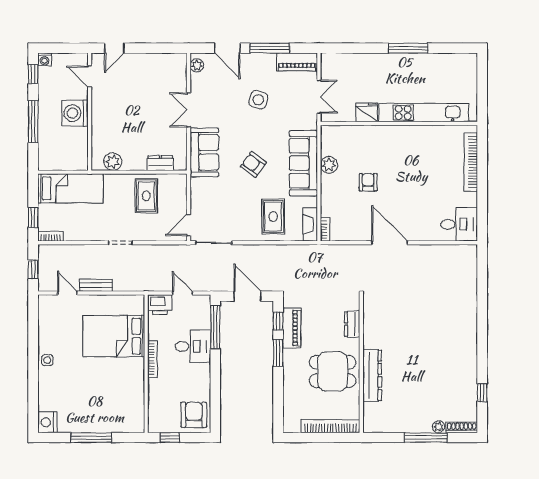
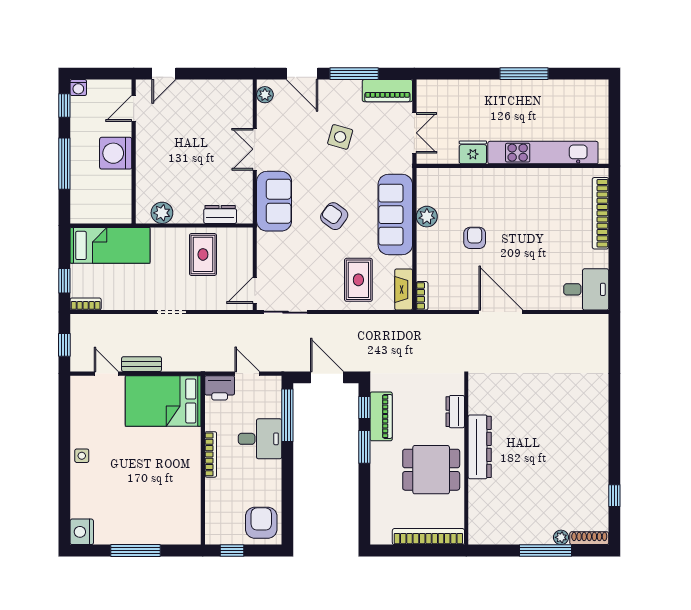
door: (90, 77) -> (134, 108), hinge flipped
bed: (114, 336) -> (163, 401), moved
dresser: (372, 375) -> (480, 447), moved

